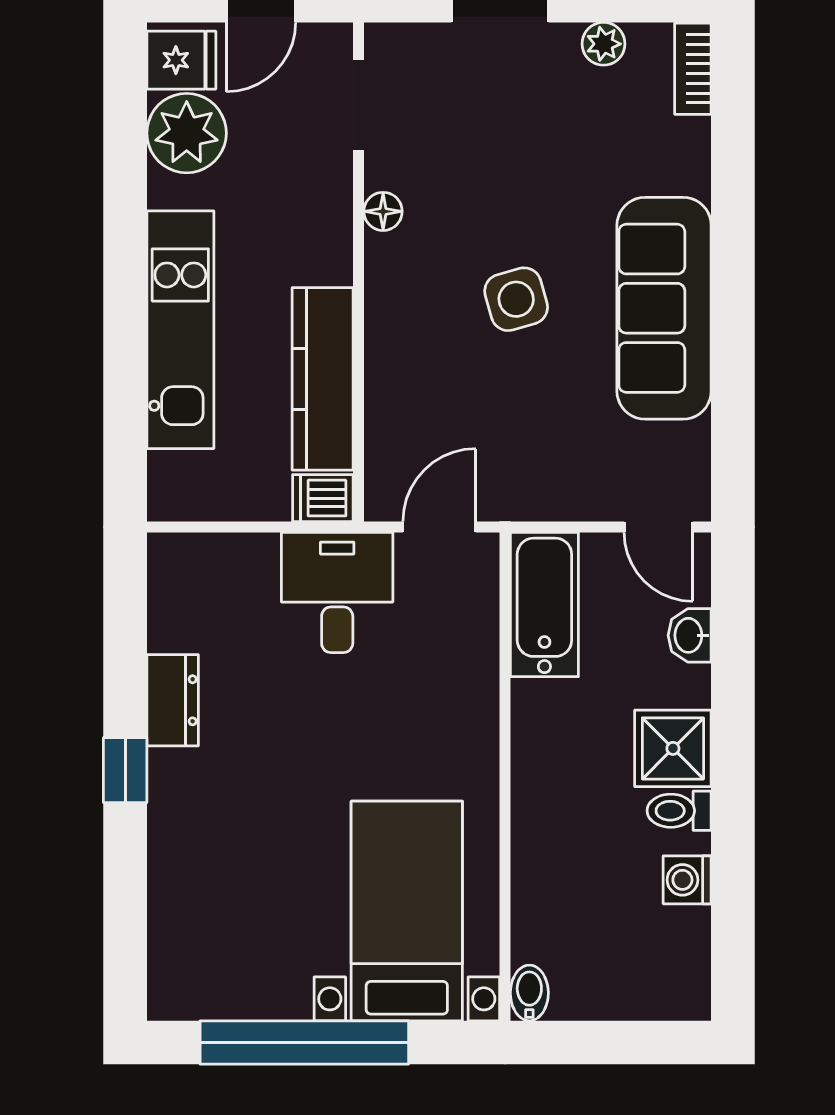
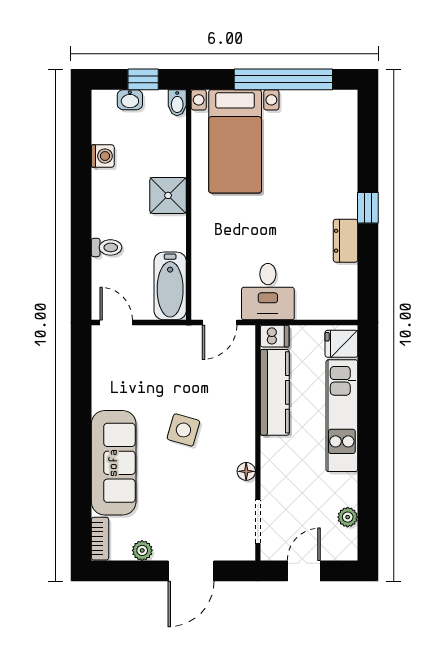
fridge: (181, 60) -> (341, 344), moved
plant: (187, 133) -> (348, 517), width x0.53, depth x0.53
side table: (516, 299) -> (183, 430), turned 32
sofa: (664, 308) -> (114, 463), moved
washbasin: (690, 635) -> (130, 100), moved, turned 90
shower: (673, 748) -> (168, 195), moved
toilet: (679, 811) -> (107, 247), moved
window: (602, 1043) -> (143, 79), added

